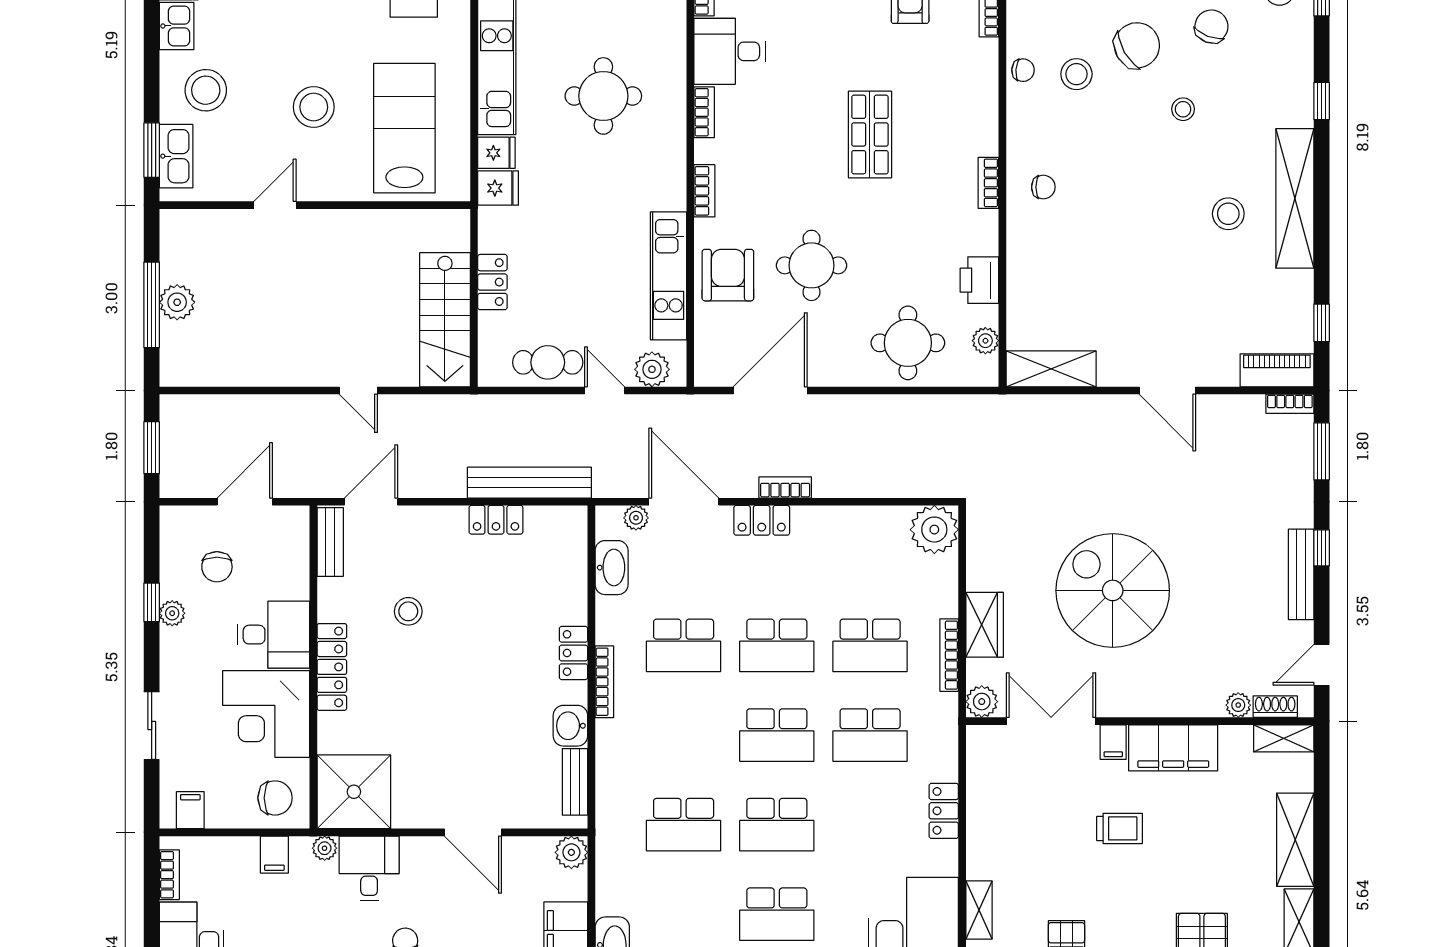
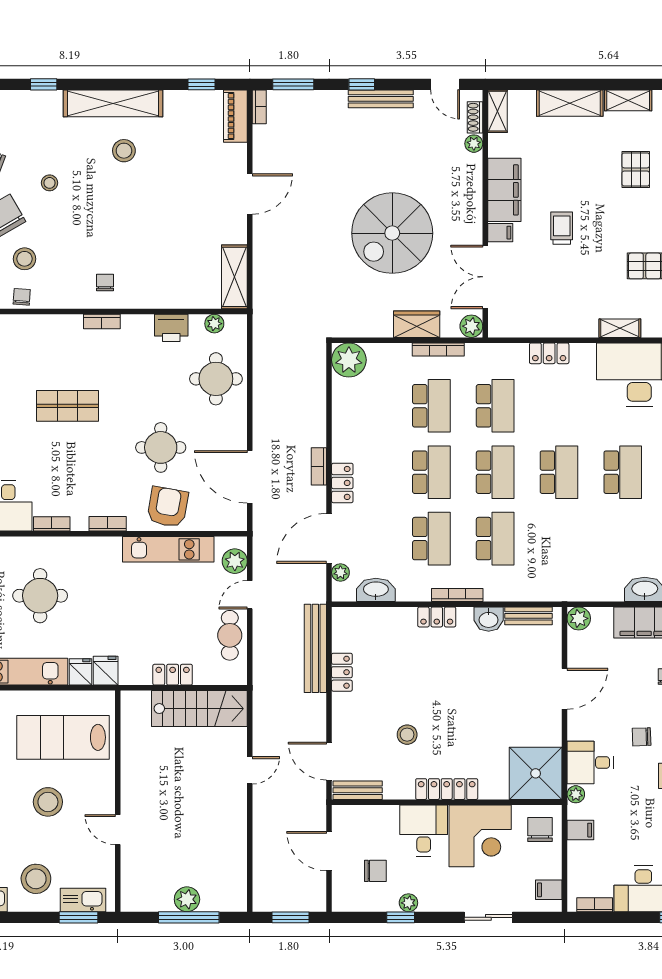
armchair: (728, 275) -> (168, 507), turned 100
school desk: (684, 825) -> (495, 539), moved

